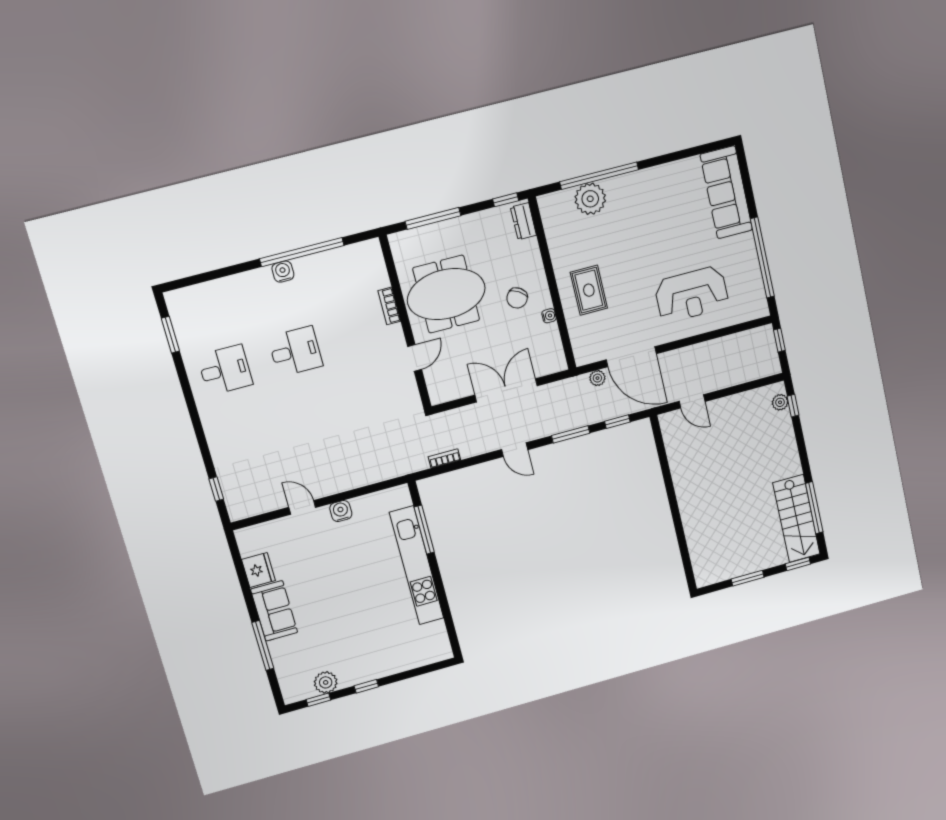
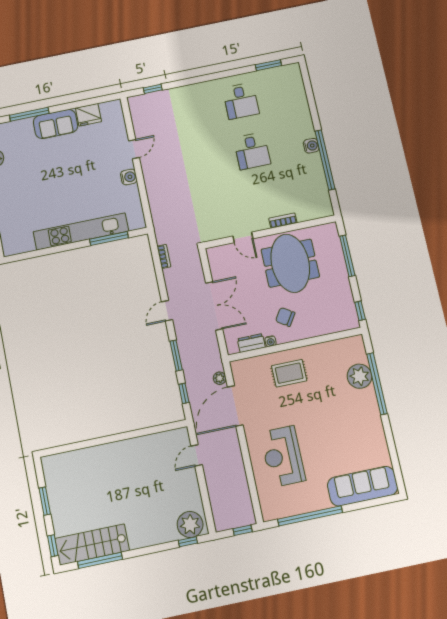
dresser: (523, 221) -> (251, 343), moved
plant: (780, 402) -> (190, 524), width x1.87, depth x1.87

